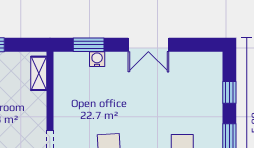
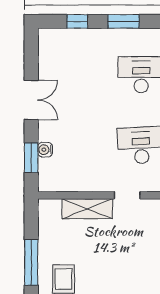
shelving: (39, 73) -> (87, 209), moved, width x1.50, depth x1.33

